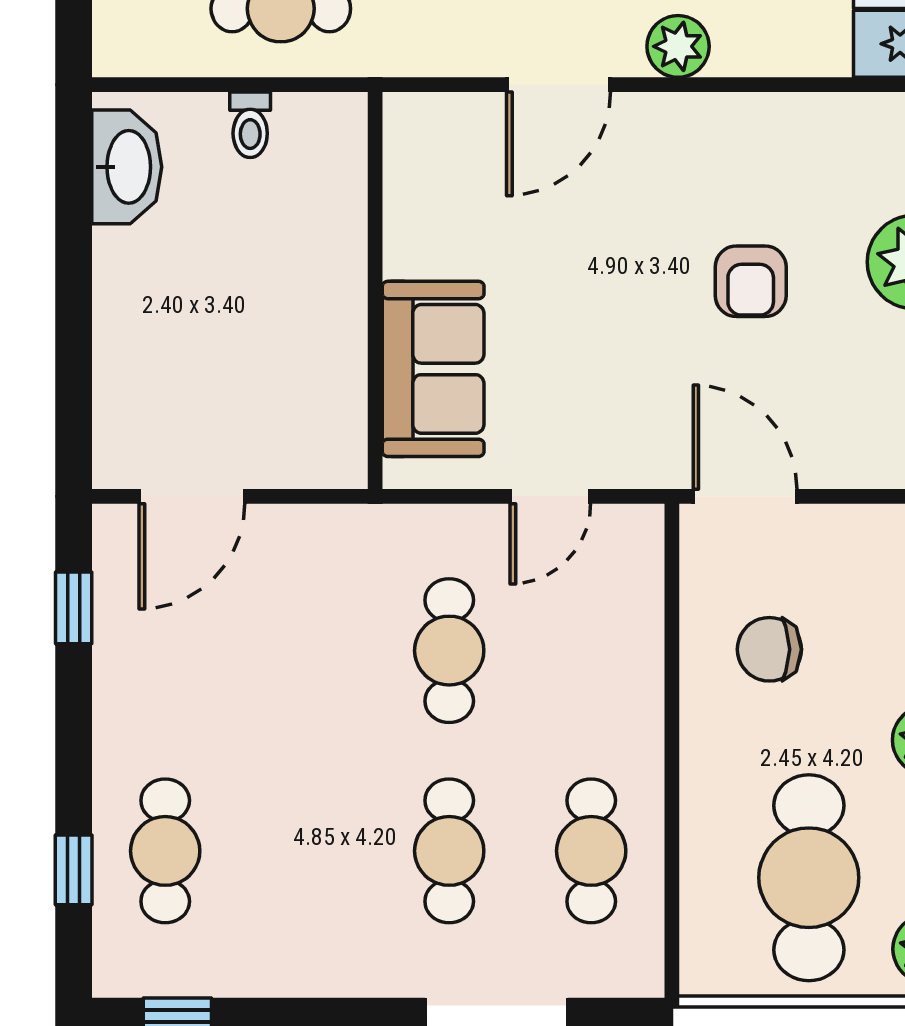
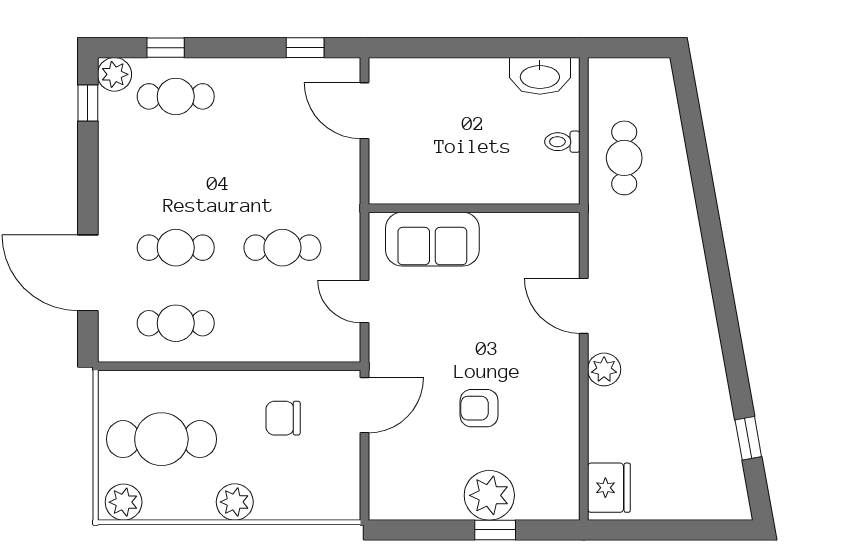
chair: (769, 649) -> (283, 418), turned -90
plant: (124, 966) -> (114, 74), added

